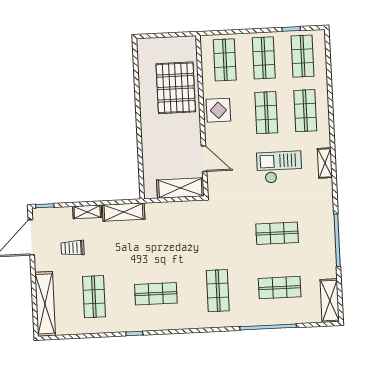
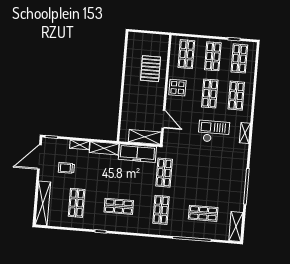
pallet: (176, 88) -> (151, 69), width x0.73, depth x0.71
freezer: (173, 213) -> (137, 153), added
shop shelf: (277, 233) -> (164, 173), moved, turned 90

